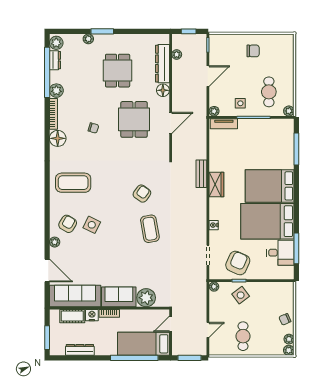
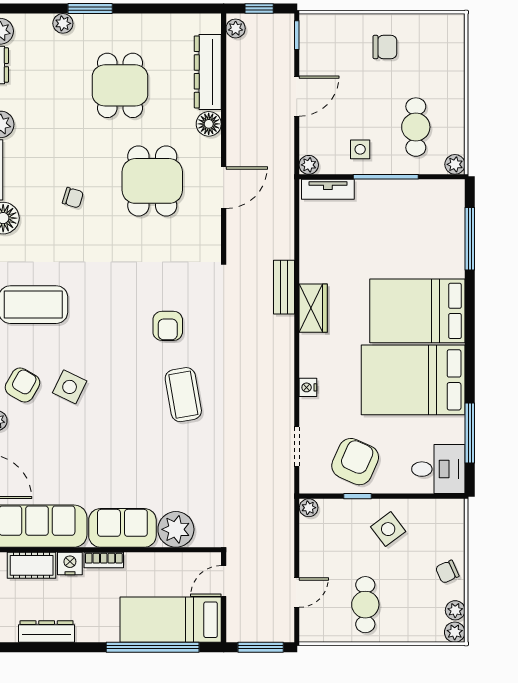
plant: (177, 55) -> (236, 28), moved
armchair: (142, 194) -> (168, 326), turned 145
desk: (280, 253) -> (438, 469), moved
side table: (241, 295) -> (388, 529), moved

